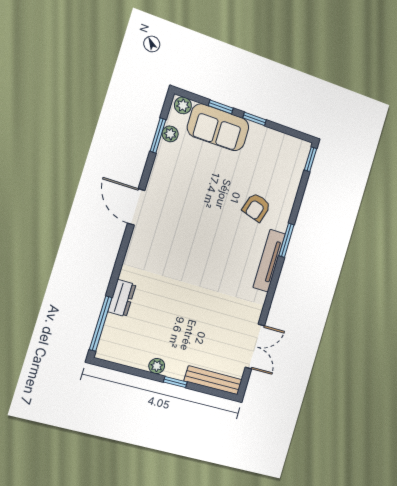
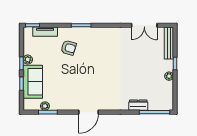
plant: (183, 105) -> (28, 60), moved
tv unit: (269, 261) -> (45, 32), moved, width x0.71
double door: (255, 346) -> (144, 25), swing flipped

